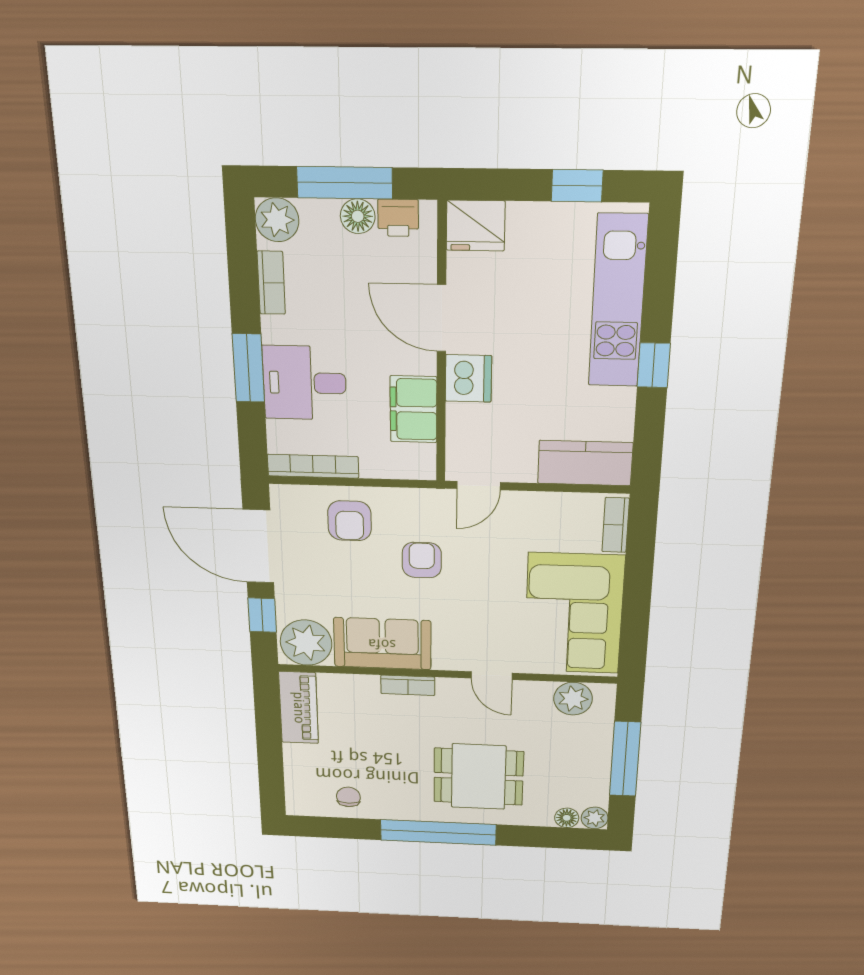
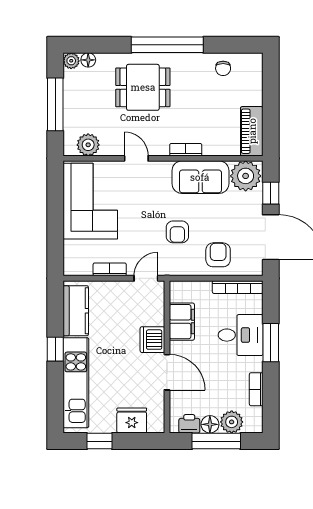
plant: (277, 220) -> (232, 422), moved
fridge: (476, 226) -> (132, 420), moved
kitchen counter: (585, 463) -> (76, 311), moved, turned -90
bookcase: (616, 525) -> (110, 269), moved, turned -90

